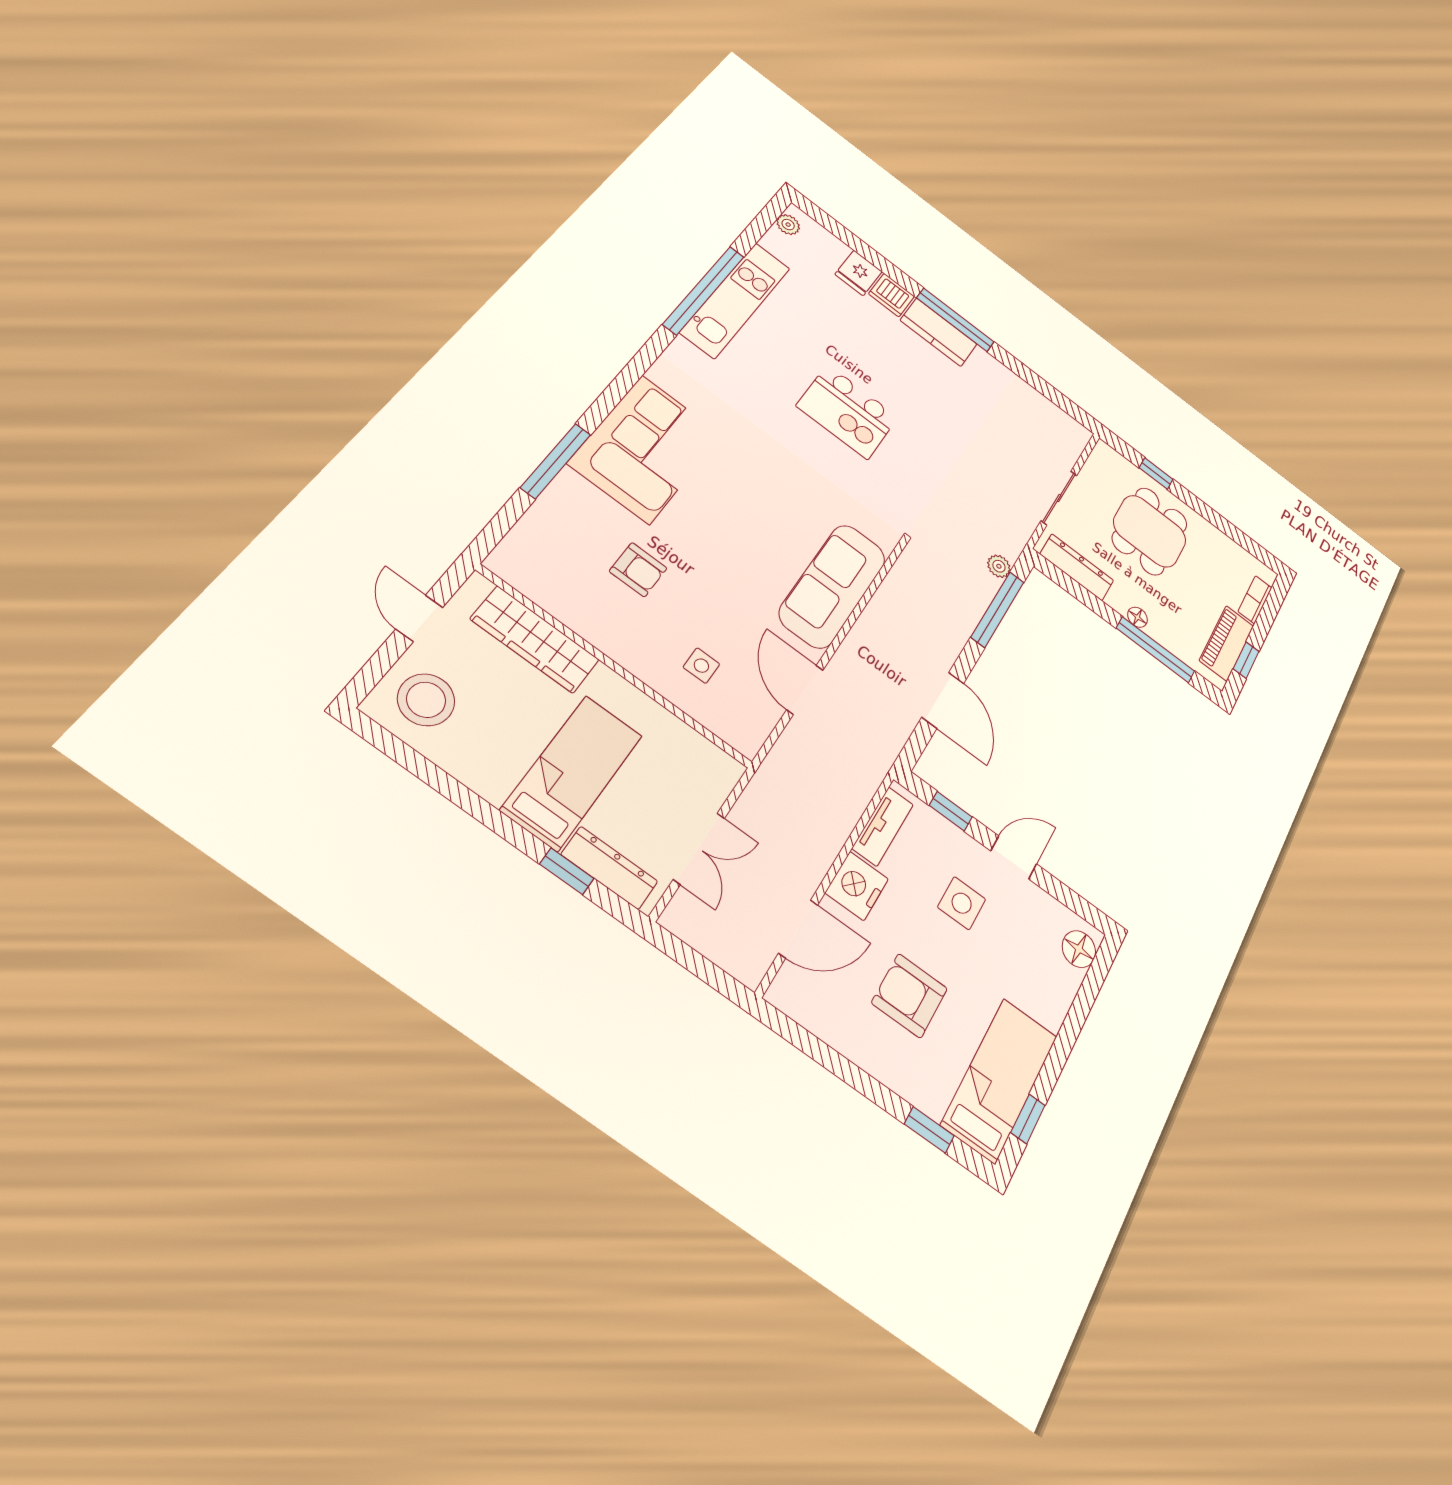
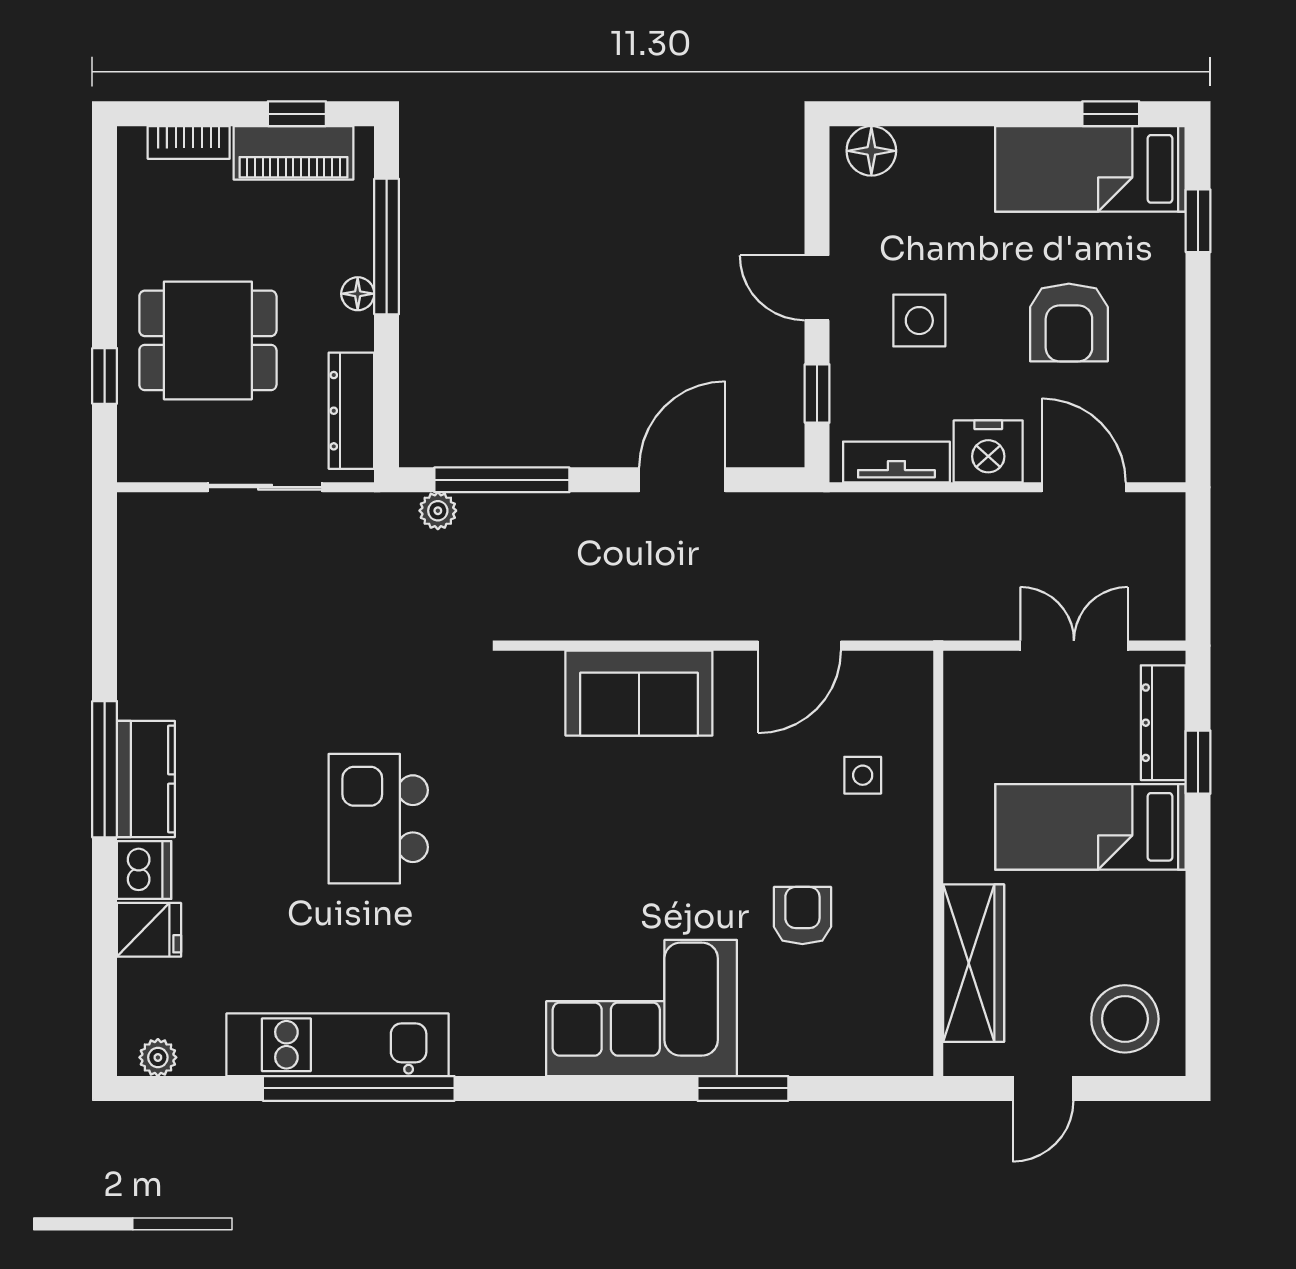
kitchen island: (847, 412) -> (378, 819), turned 180
window: (556, 461) -> (743, 1088), width x0.69
sofa: (833, 586) -> (639, 693), width x0.73

